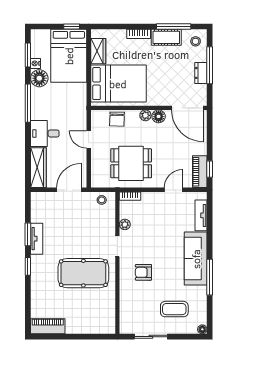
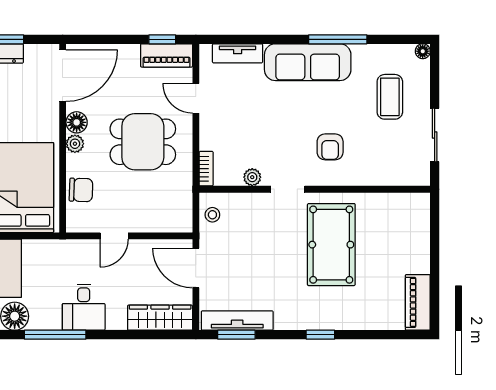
desk: (45, 133) -> (84, 307), moved
dining table: (131, 163) -> (143, 142), moved, turned 90
window: (28, 234) -> (236, 335), moved
tv unit: (37, 239) -> (237, 321), moved, width x1.41

